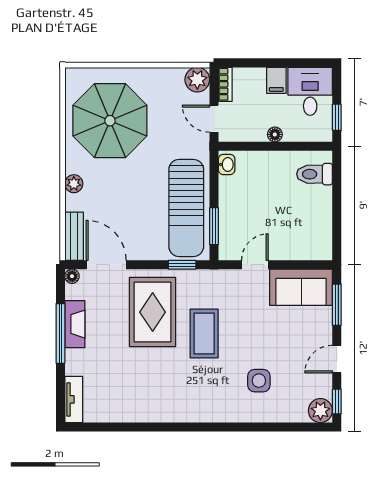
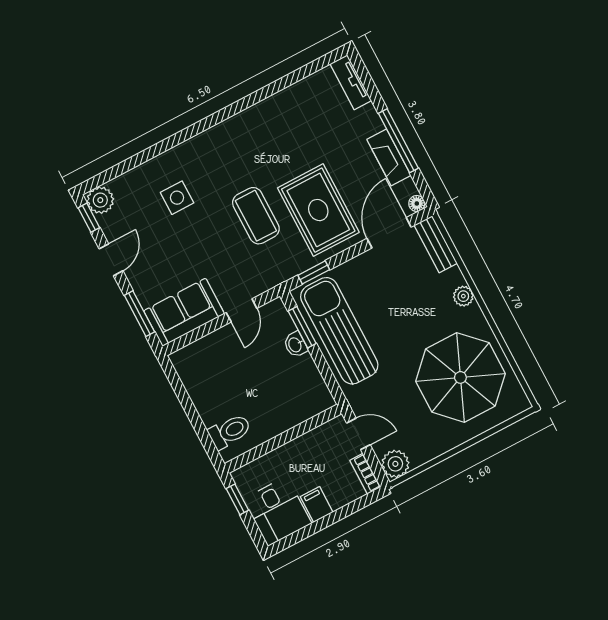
floor lamp: (275, 134) -> (290, 450), removed
washbasin: (227, 164) -> (295, 345), moved
door: (106, 265) -> (389, 233), swing flipped

